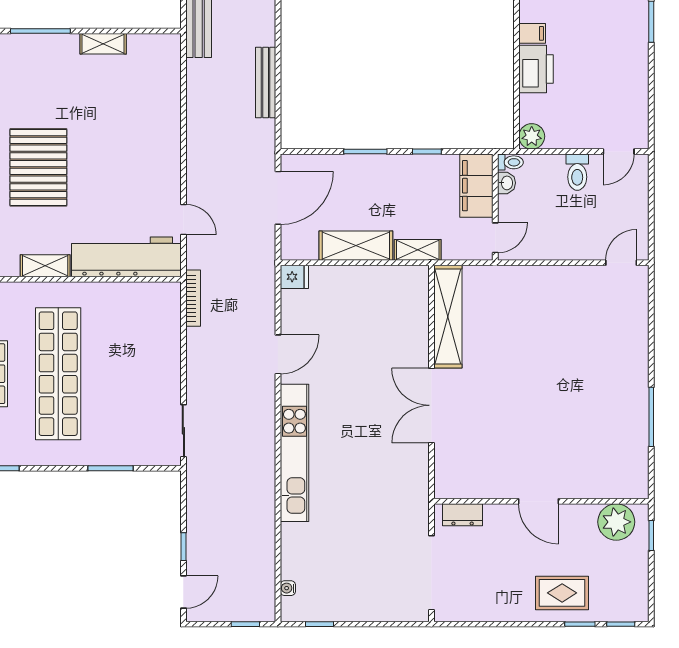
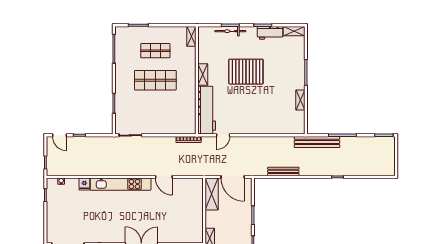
shelving: (356, 246) -> (212, 194), moved
fridge: (294, 277) -> (84, 184), moved
shop shelf: (58, 374) -> (155, 80), width x0.71

